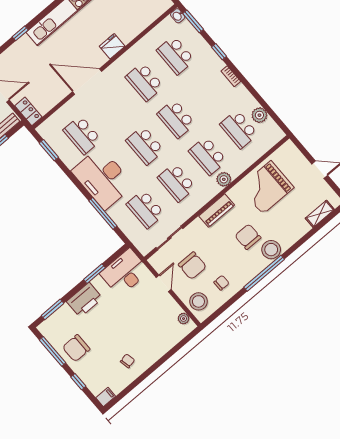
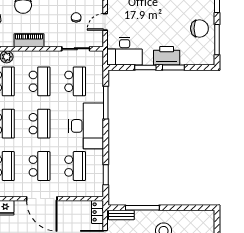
school desk: (113, 108) -> (40, 166), added
chair: (192, 266) -> (76, 17), width x0.54, depth x0.54
window: (52, 310) -> (173, 67), moved

